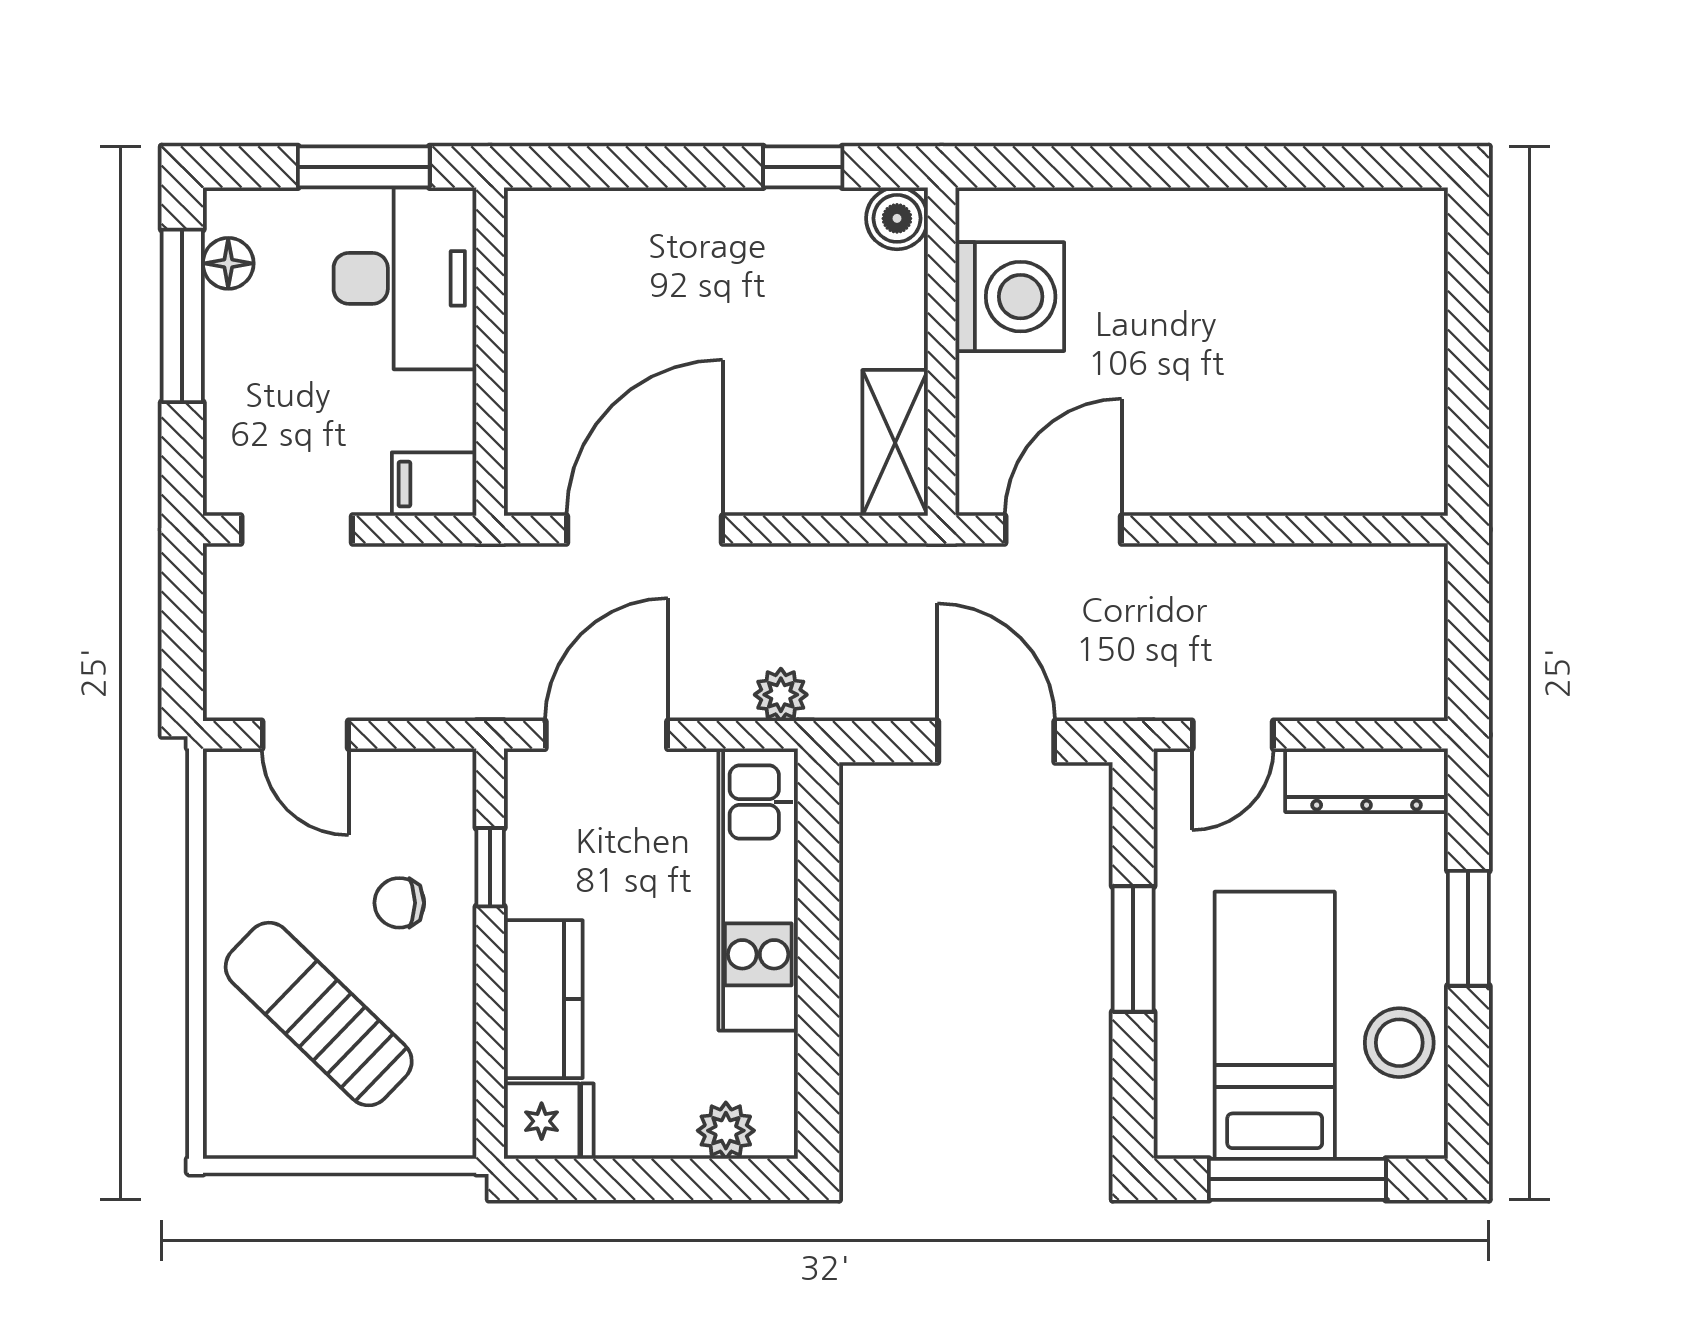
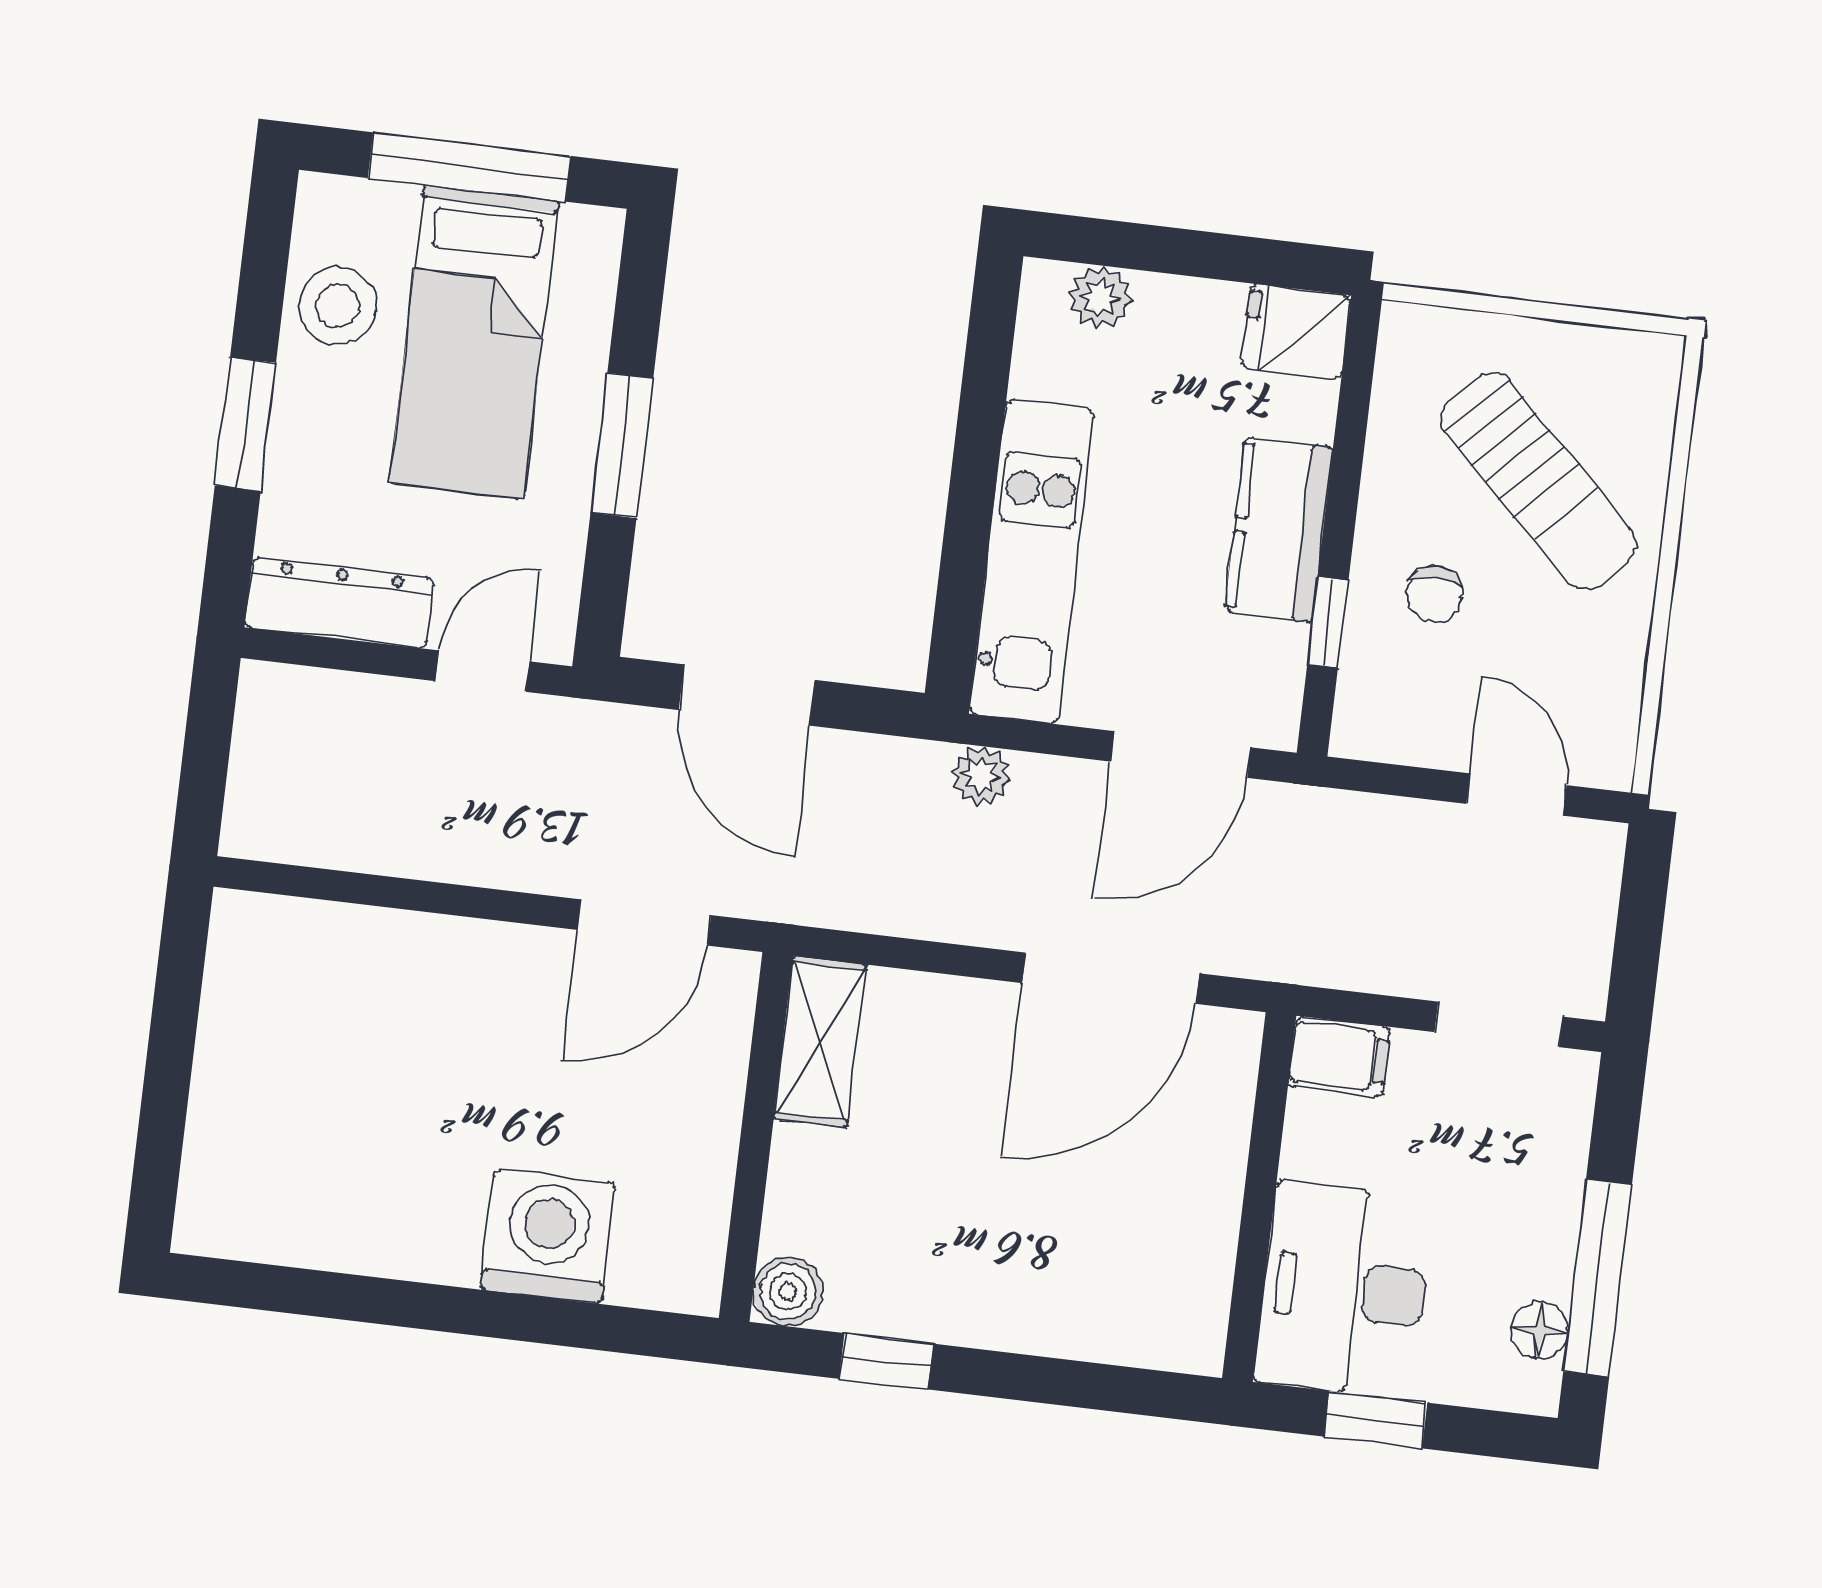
window: (364, 167) -> (1376, 1420), width x0.67
washing machine: (1010, 297) -> (548, 1236), moved, turned 90
chair: (399, 903) -> (1434, 595), turned 90
kitchen counter: (543, 999) -> (1279, 529), moved

